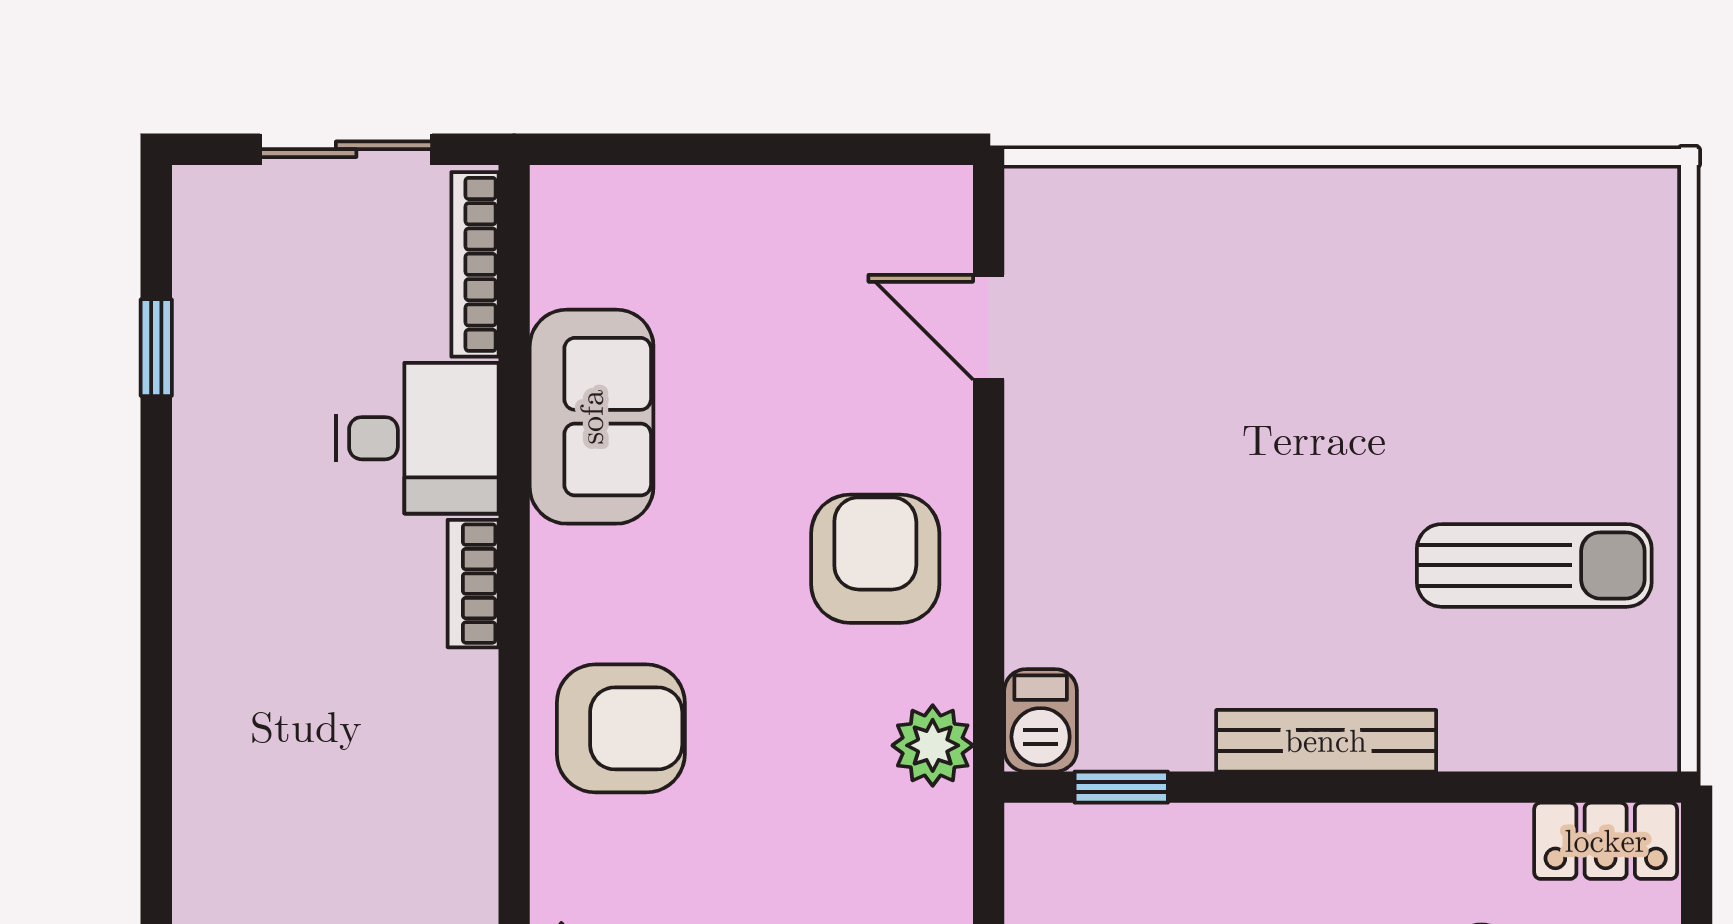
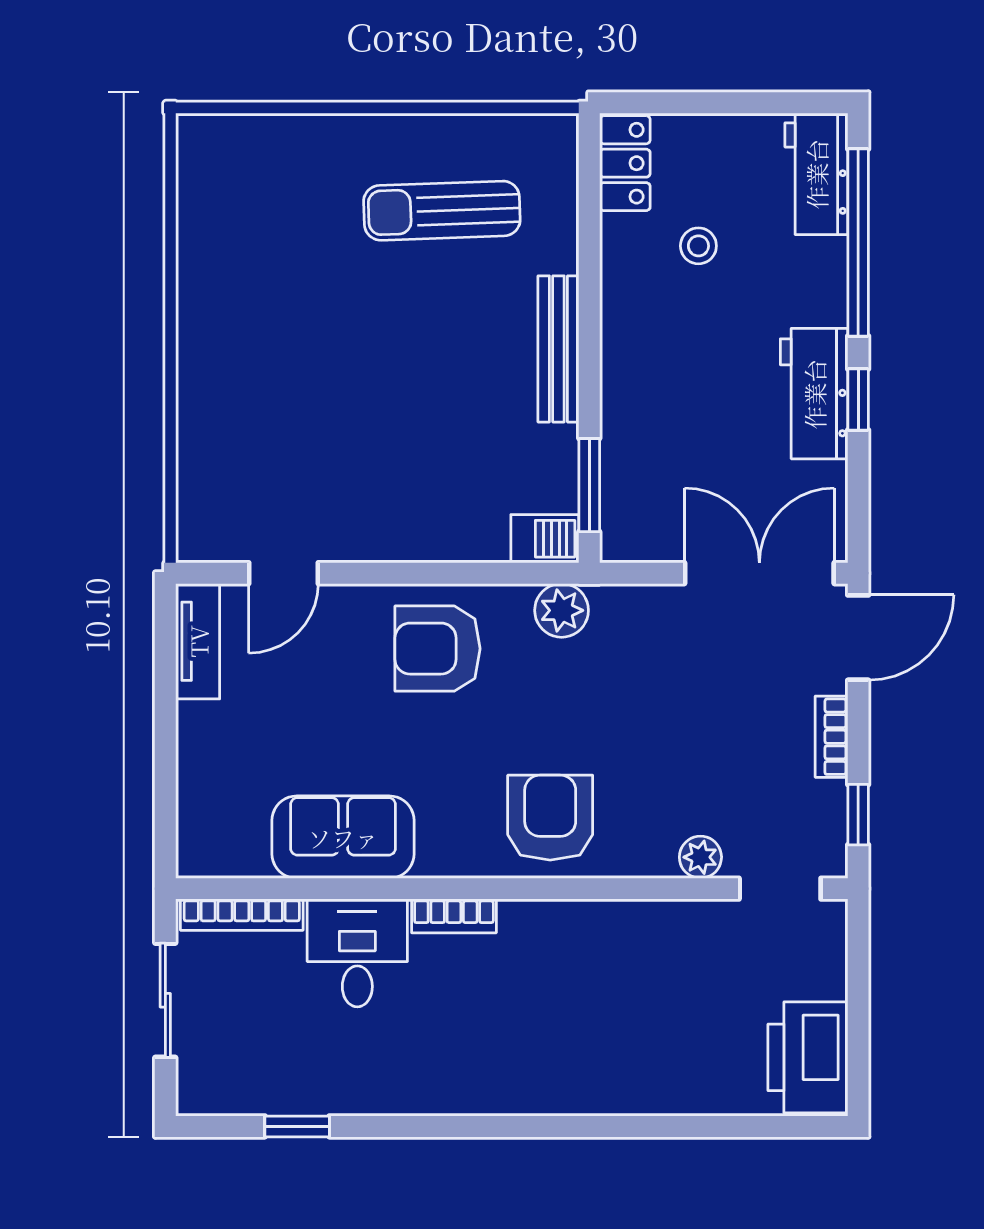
tv unit: (886, 198) -> (198, 641), added
sun lounger: (1534, 565) -> (442, 211), turned -92
window: (1121, 787) -> (589, 485), width x1.50

